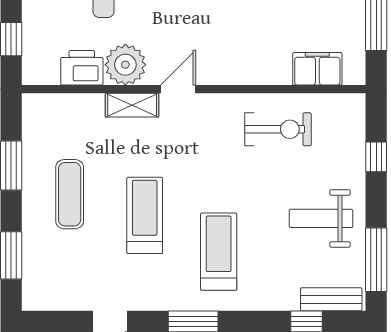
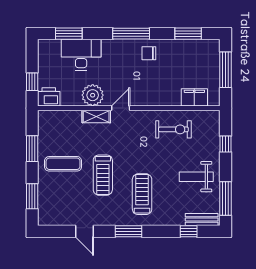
printer: (82, 68) -> (49, 97), moved
exercise mat: (70, 194) -> (63, 164), turned 90
treadmill: (145, 215) -> (103, 175), turned 180

